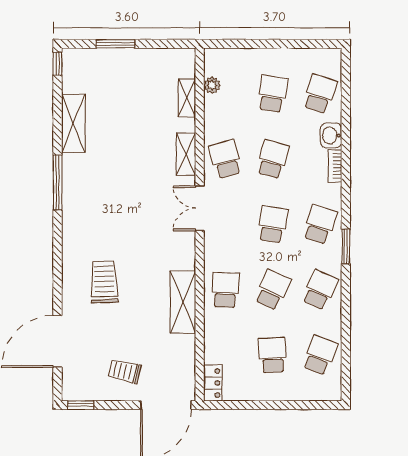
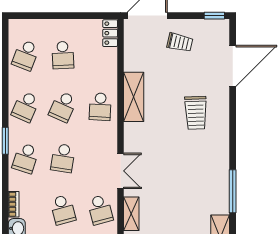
school desk: (273, 159) -> (63, 210), turned -30

